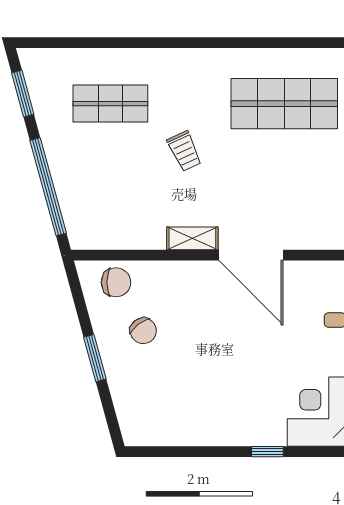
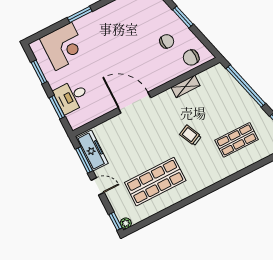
shelving: (192, 238) -> (186, 86), moved
chair: (143, 331) -> (167, 41), turned 127
window: (267, 452) -> (80, 15), width x1.50

